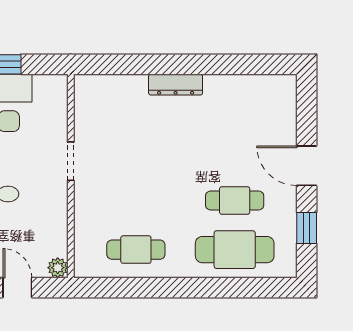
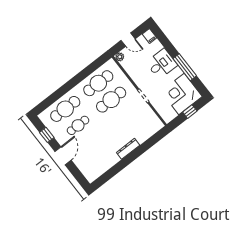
door: (307, 166) -> (63, 156), hinge flipped
cafe table: (136, 200) -> (111, 100), added
cafe table: (136, 250) -> (98, 83), width x1.37, depth x1.35

